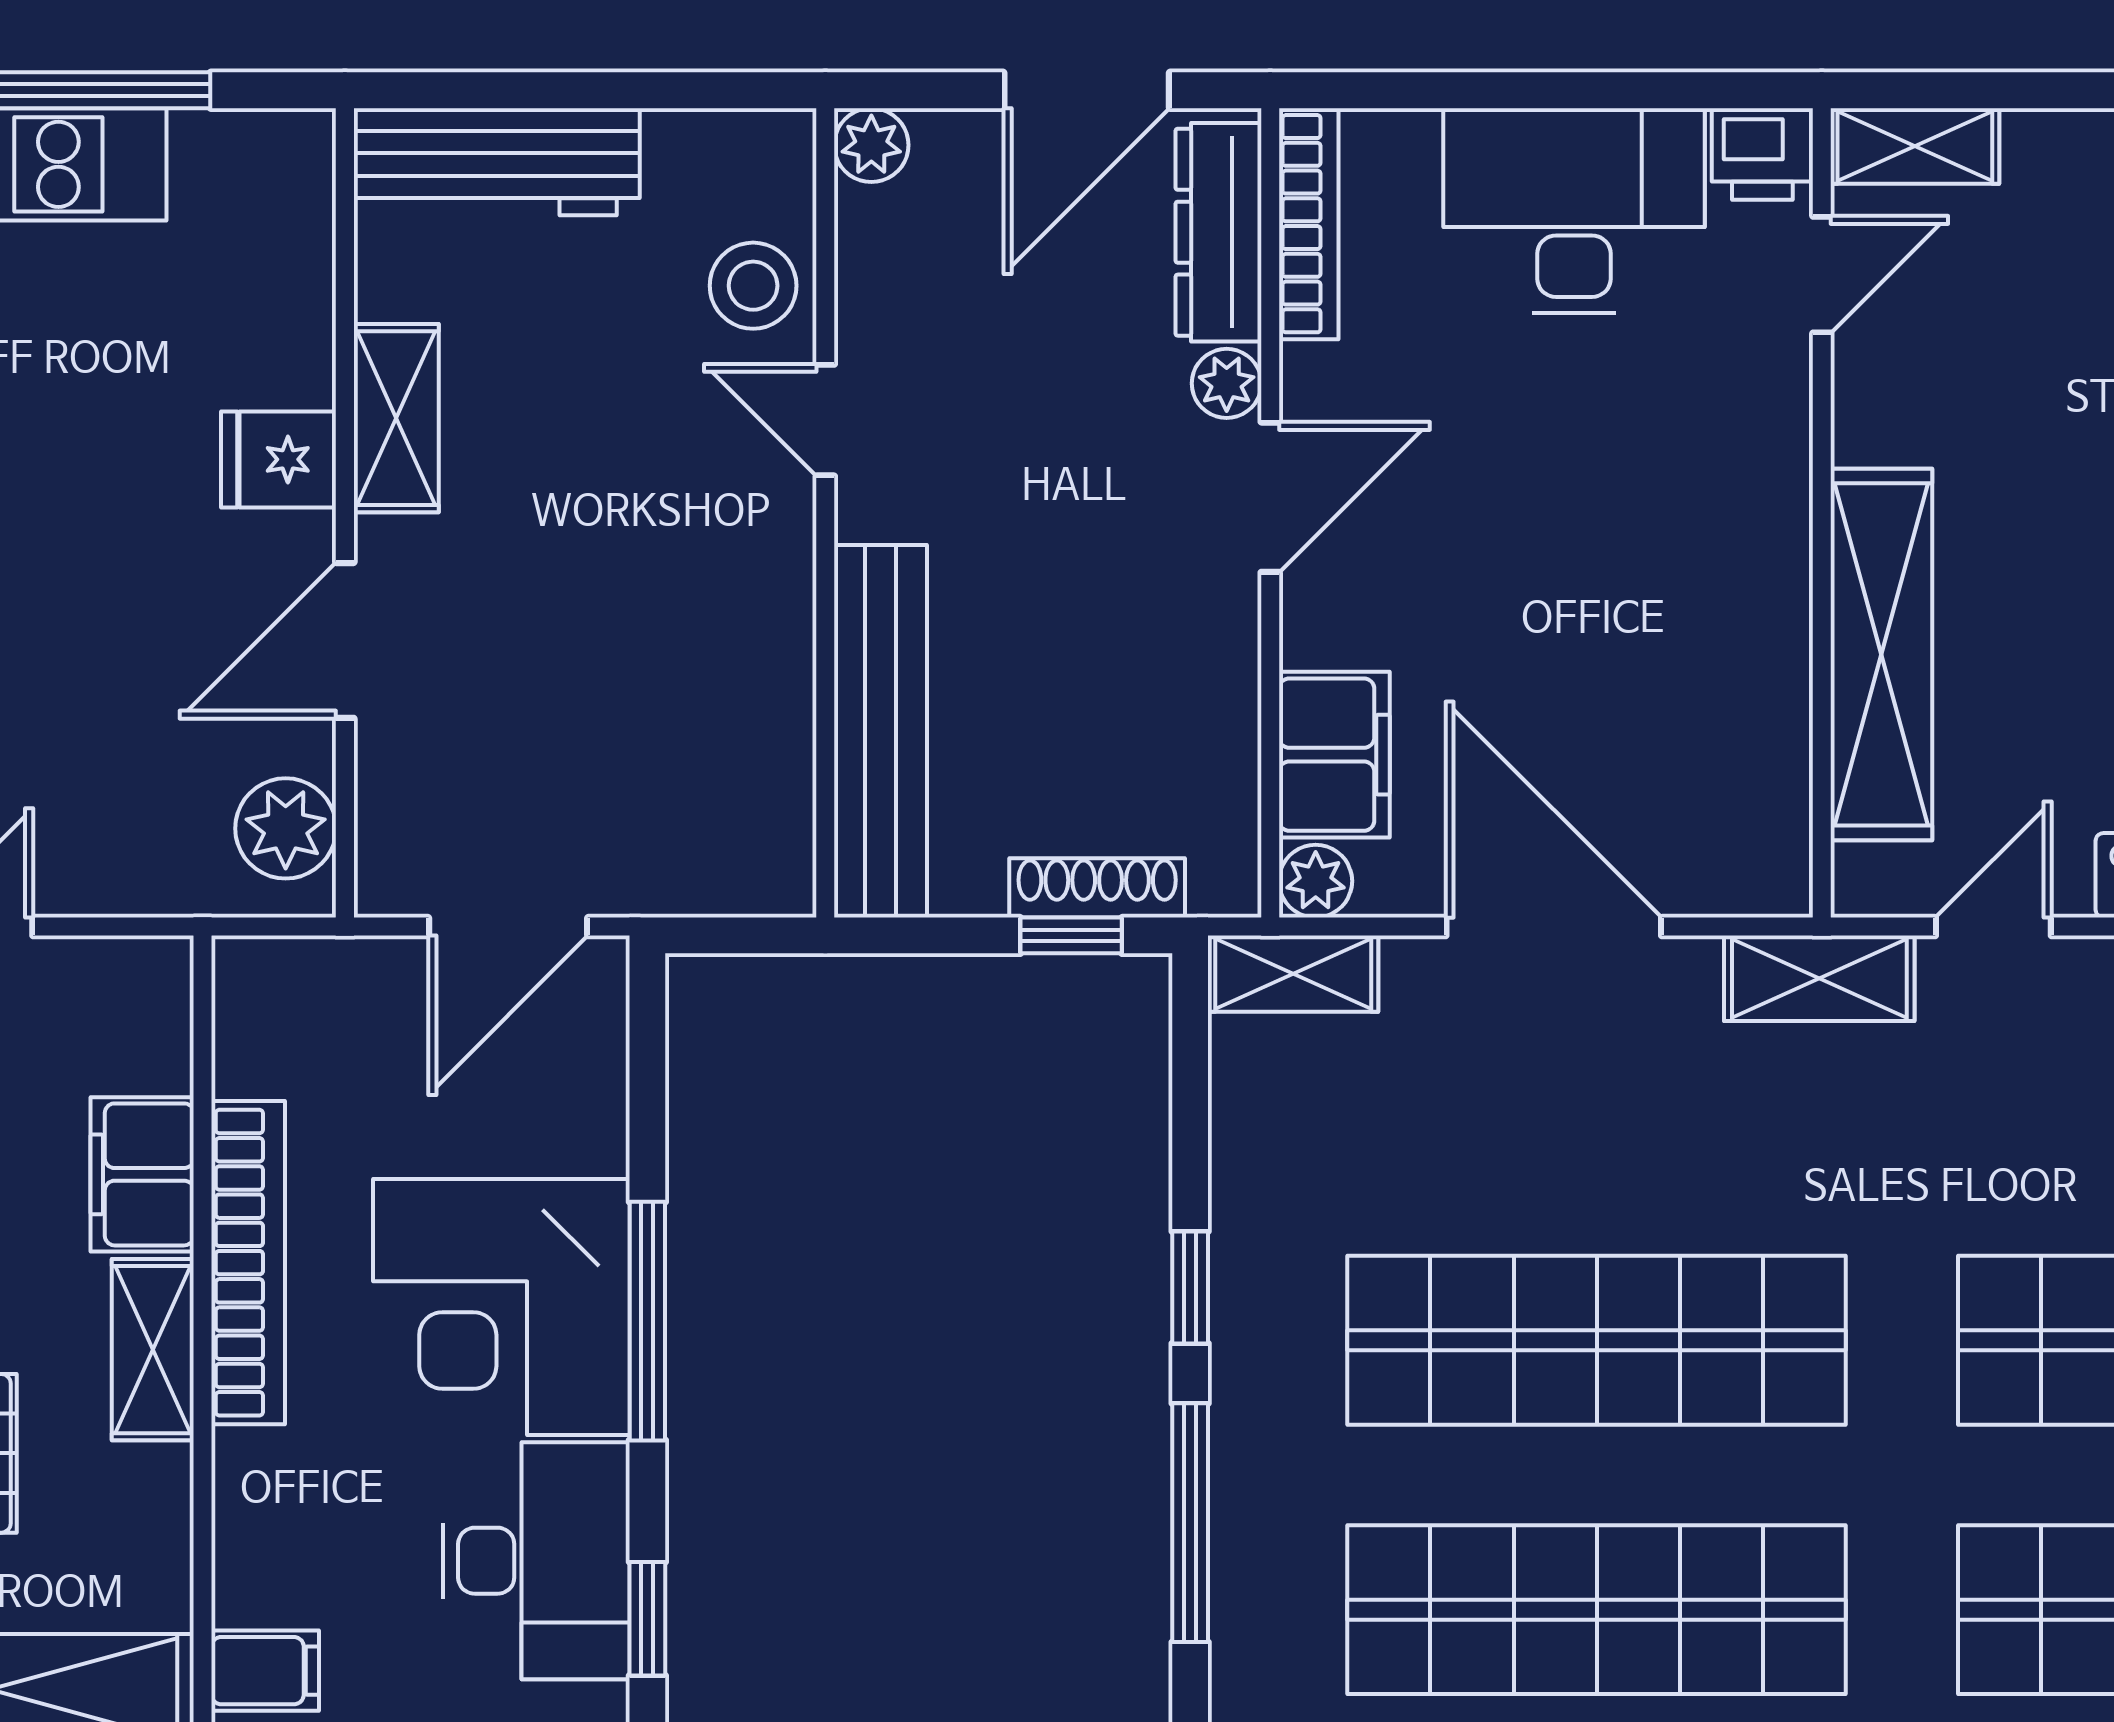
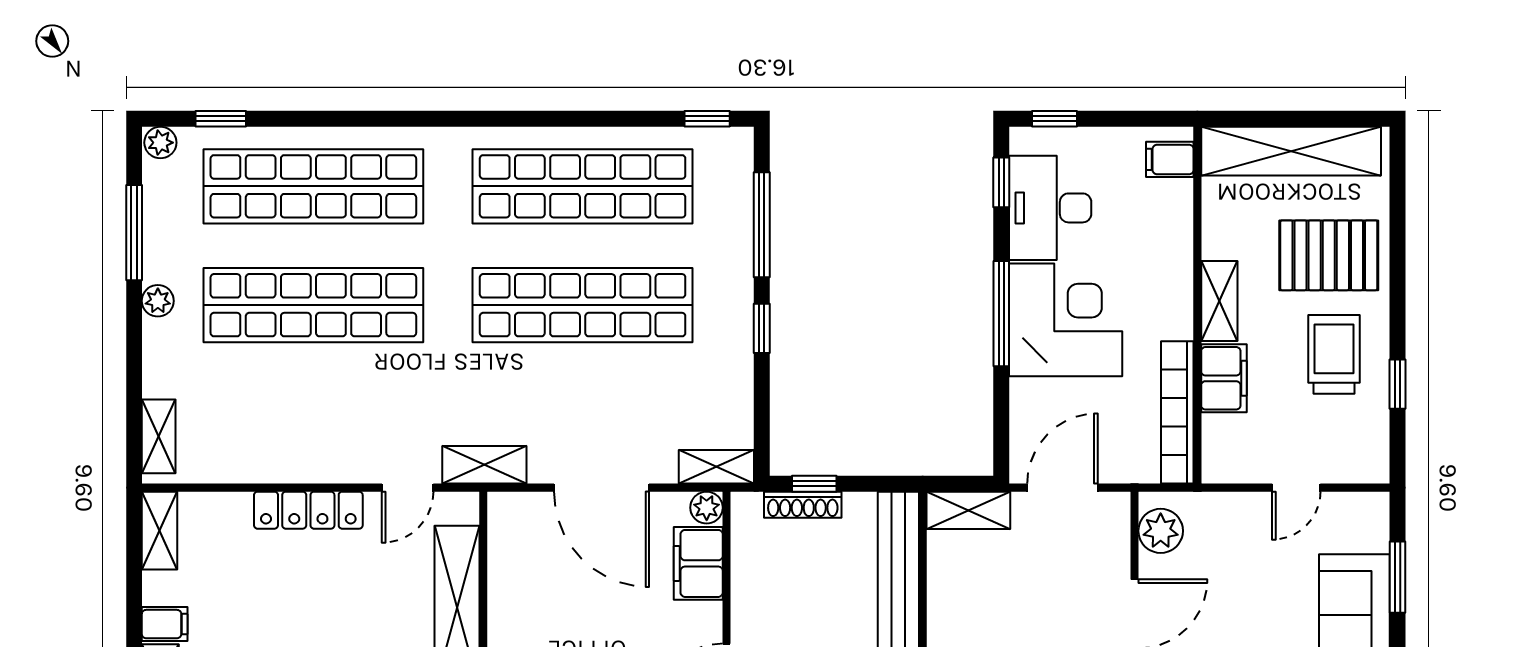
shelving: (722, 875) -> (968, 510), added
bookcase: (248, 1263) -> (1177, 412), moved

